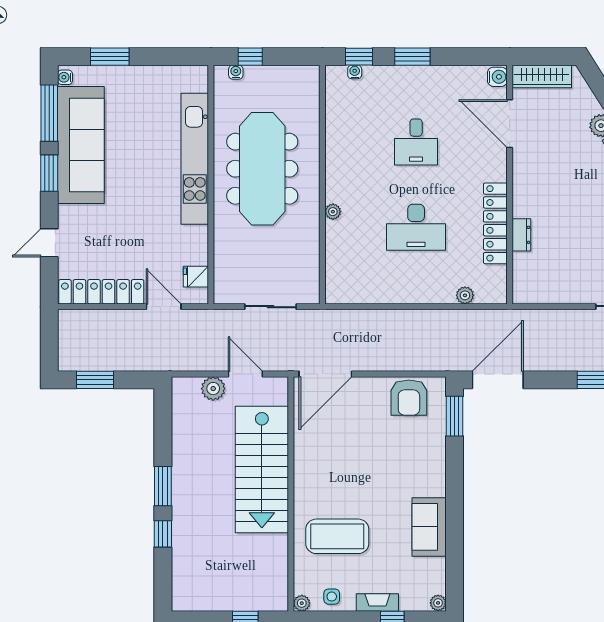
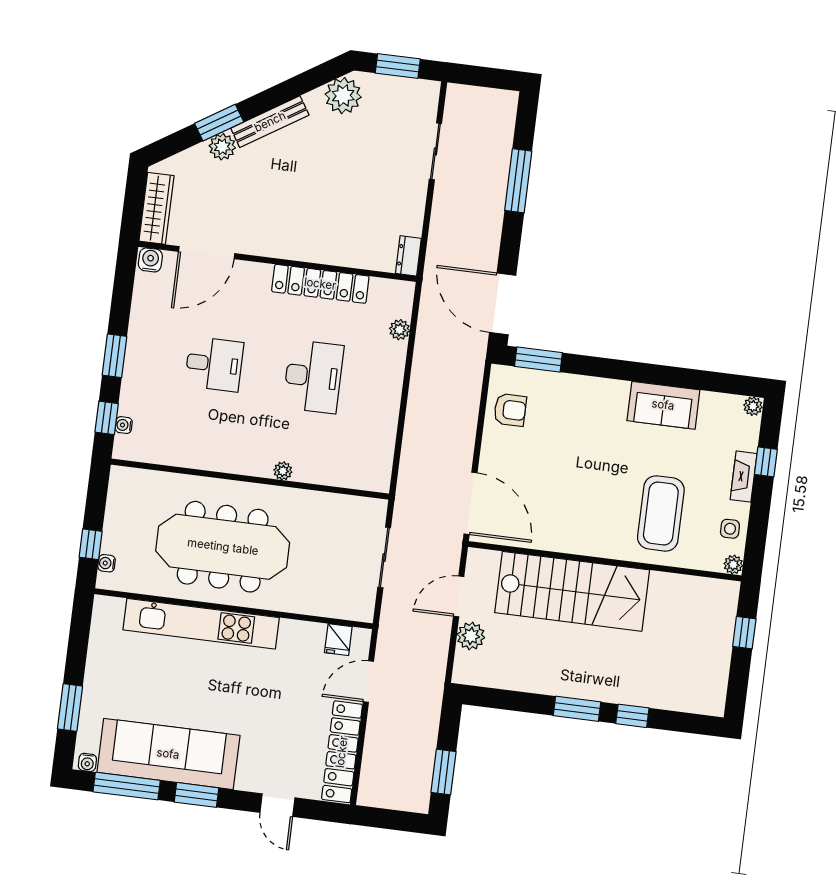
dresser: (521, 235) -> (408, 256), moved, turned -90
armchair: (409, 398) -> (510, 410), width x0.72, depth x0.72

